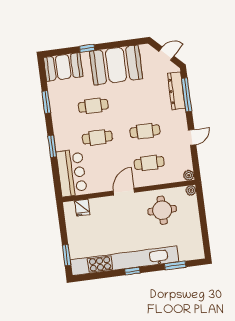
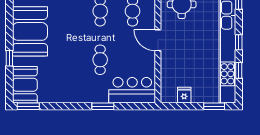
window: (46, 102) -> (28, 106), moved
cafe table: (93, 106) -> (68, 60), removed
fridge: (82, 208) -> (184, 95), moved, turned -90
window: (105, 275) -> (239, 70), added

